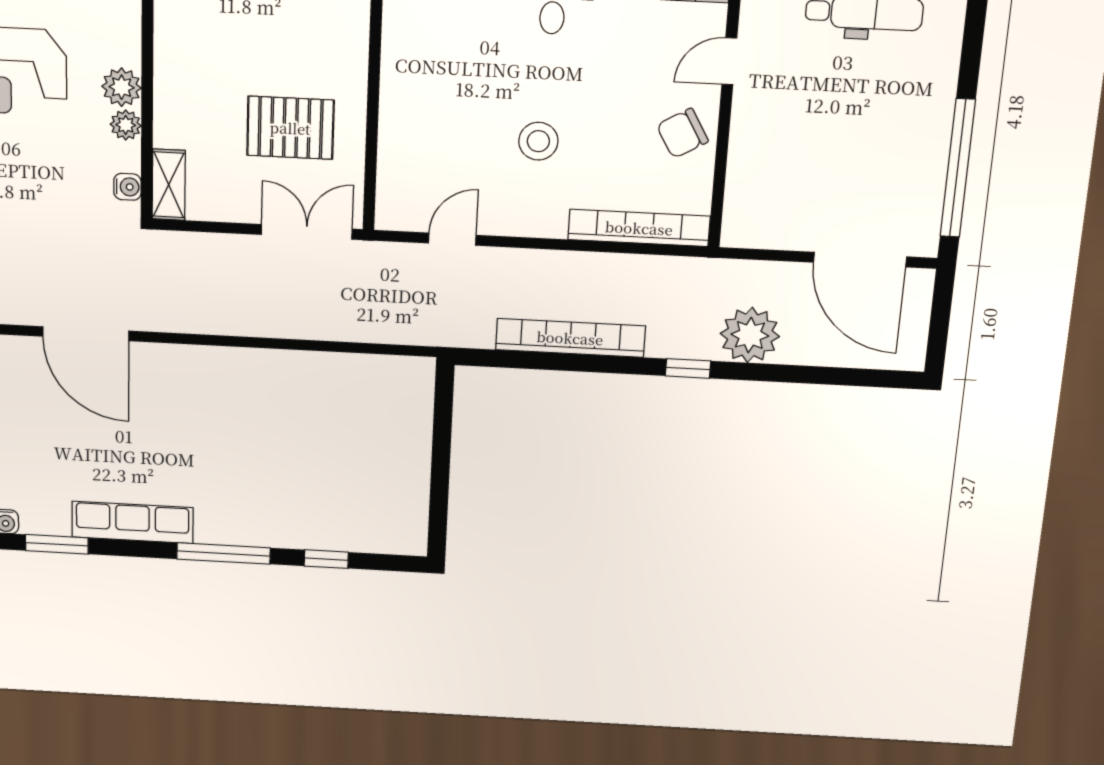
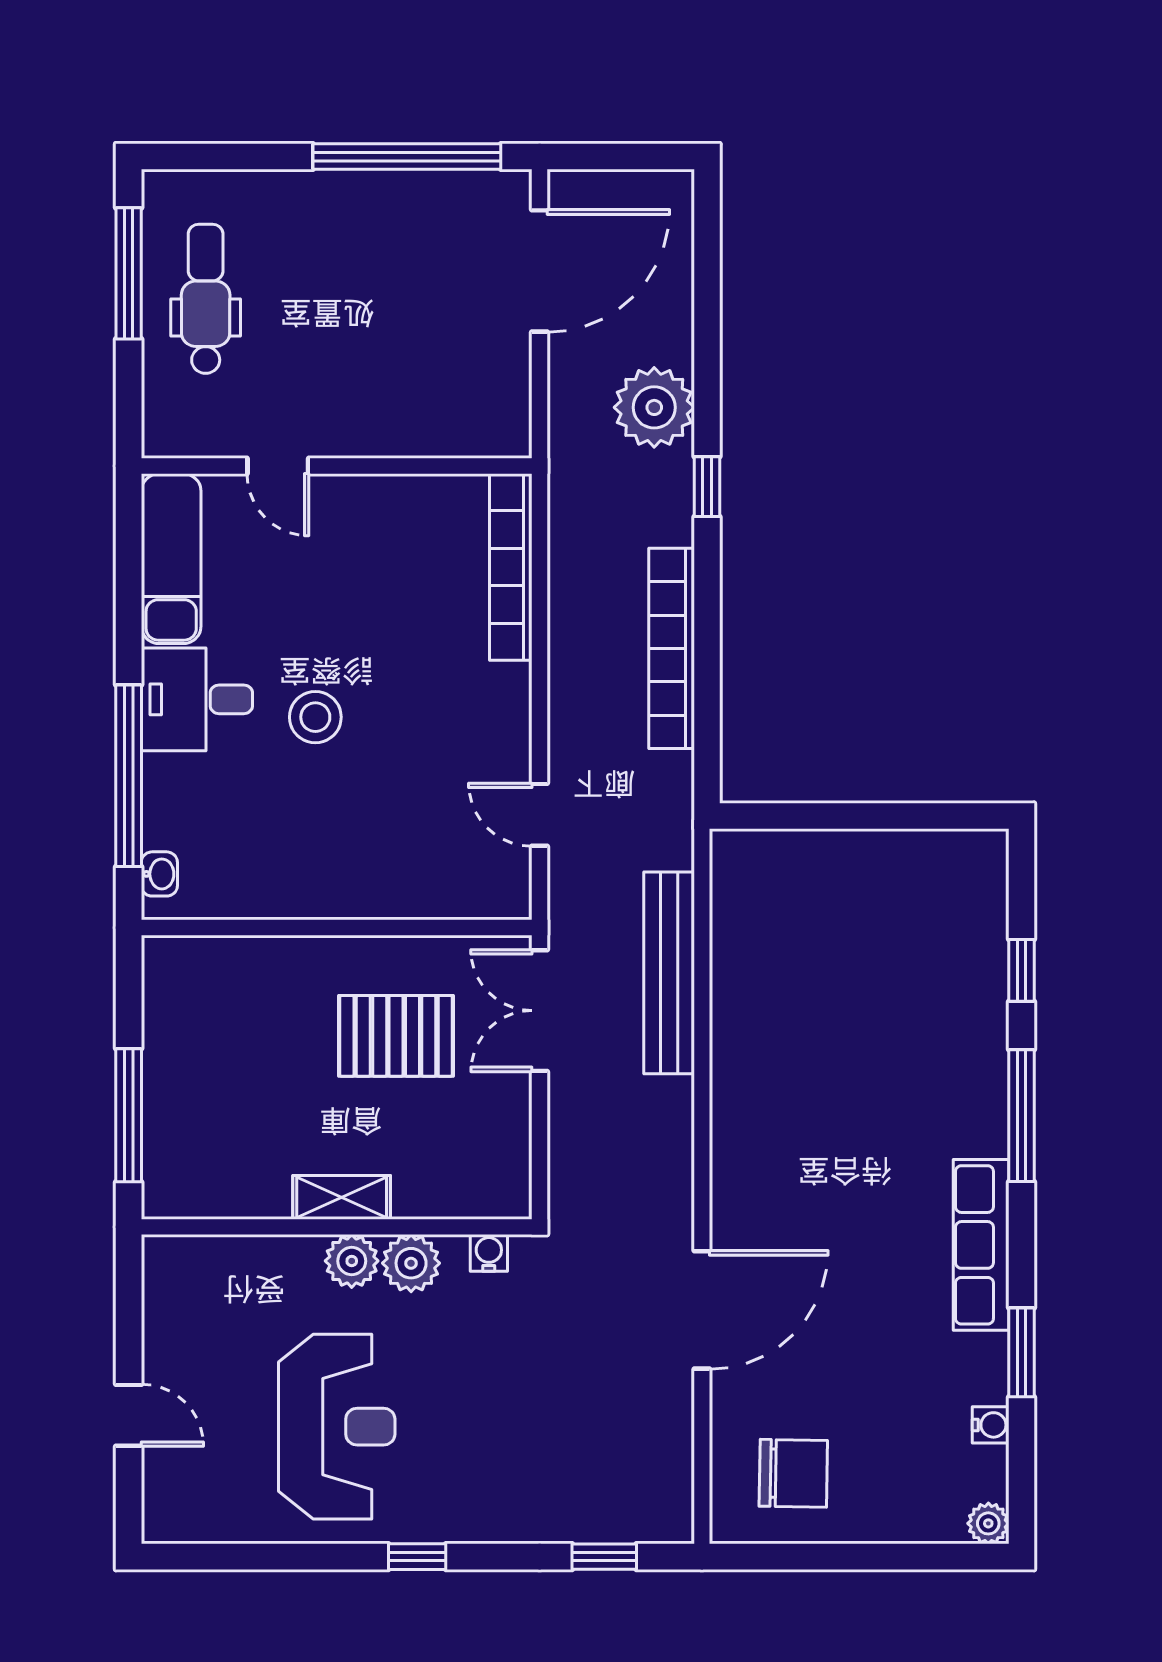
plant: (126, 125) -> (411, 1263), width x1.38, depth x1.38
pallet: (290, 128) -> (396, 1036), turned 90
chair: (682, 133) -> (378, 519), removed
stool: (538, 141) -> (315, 717), moved
shelving: (169, 185) -> (342, 1197), moved
bench: (332, 324) -> (669, 973), added

